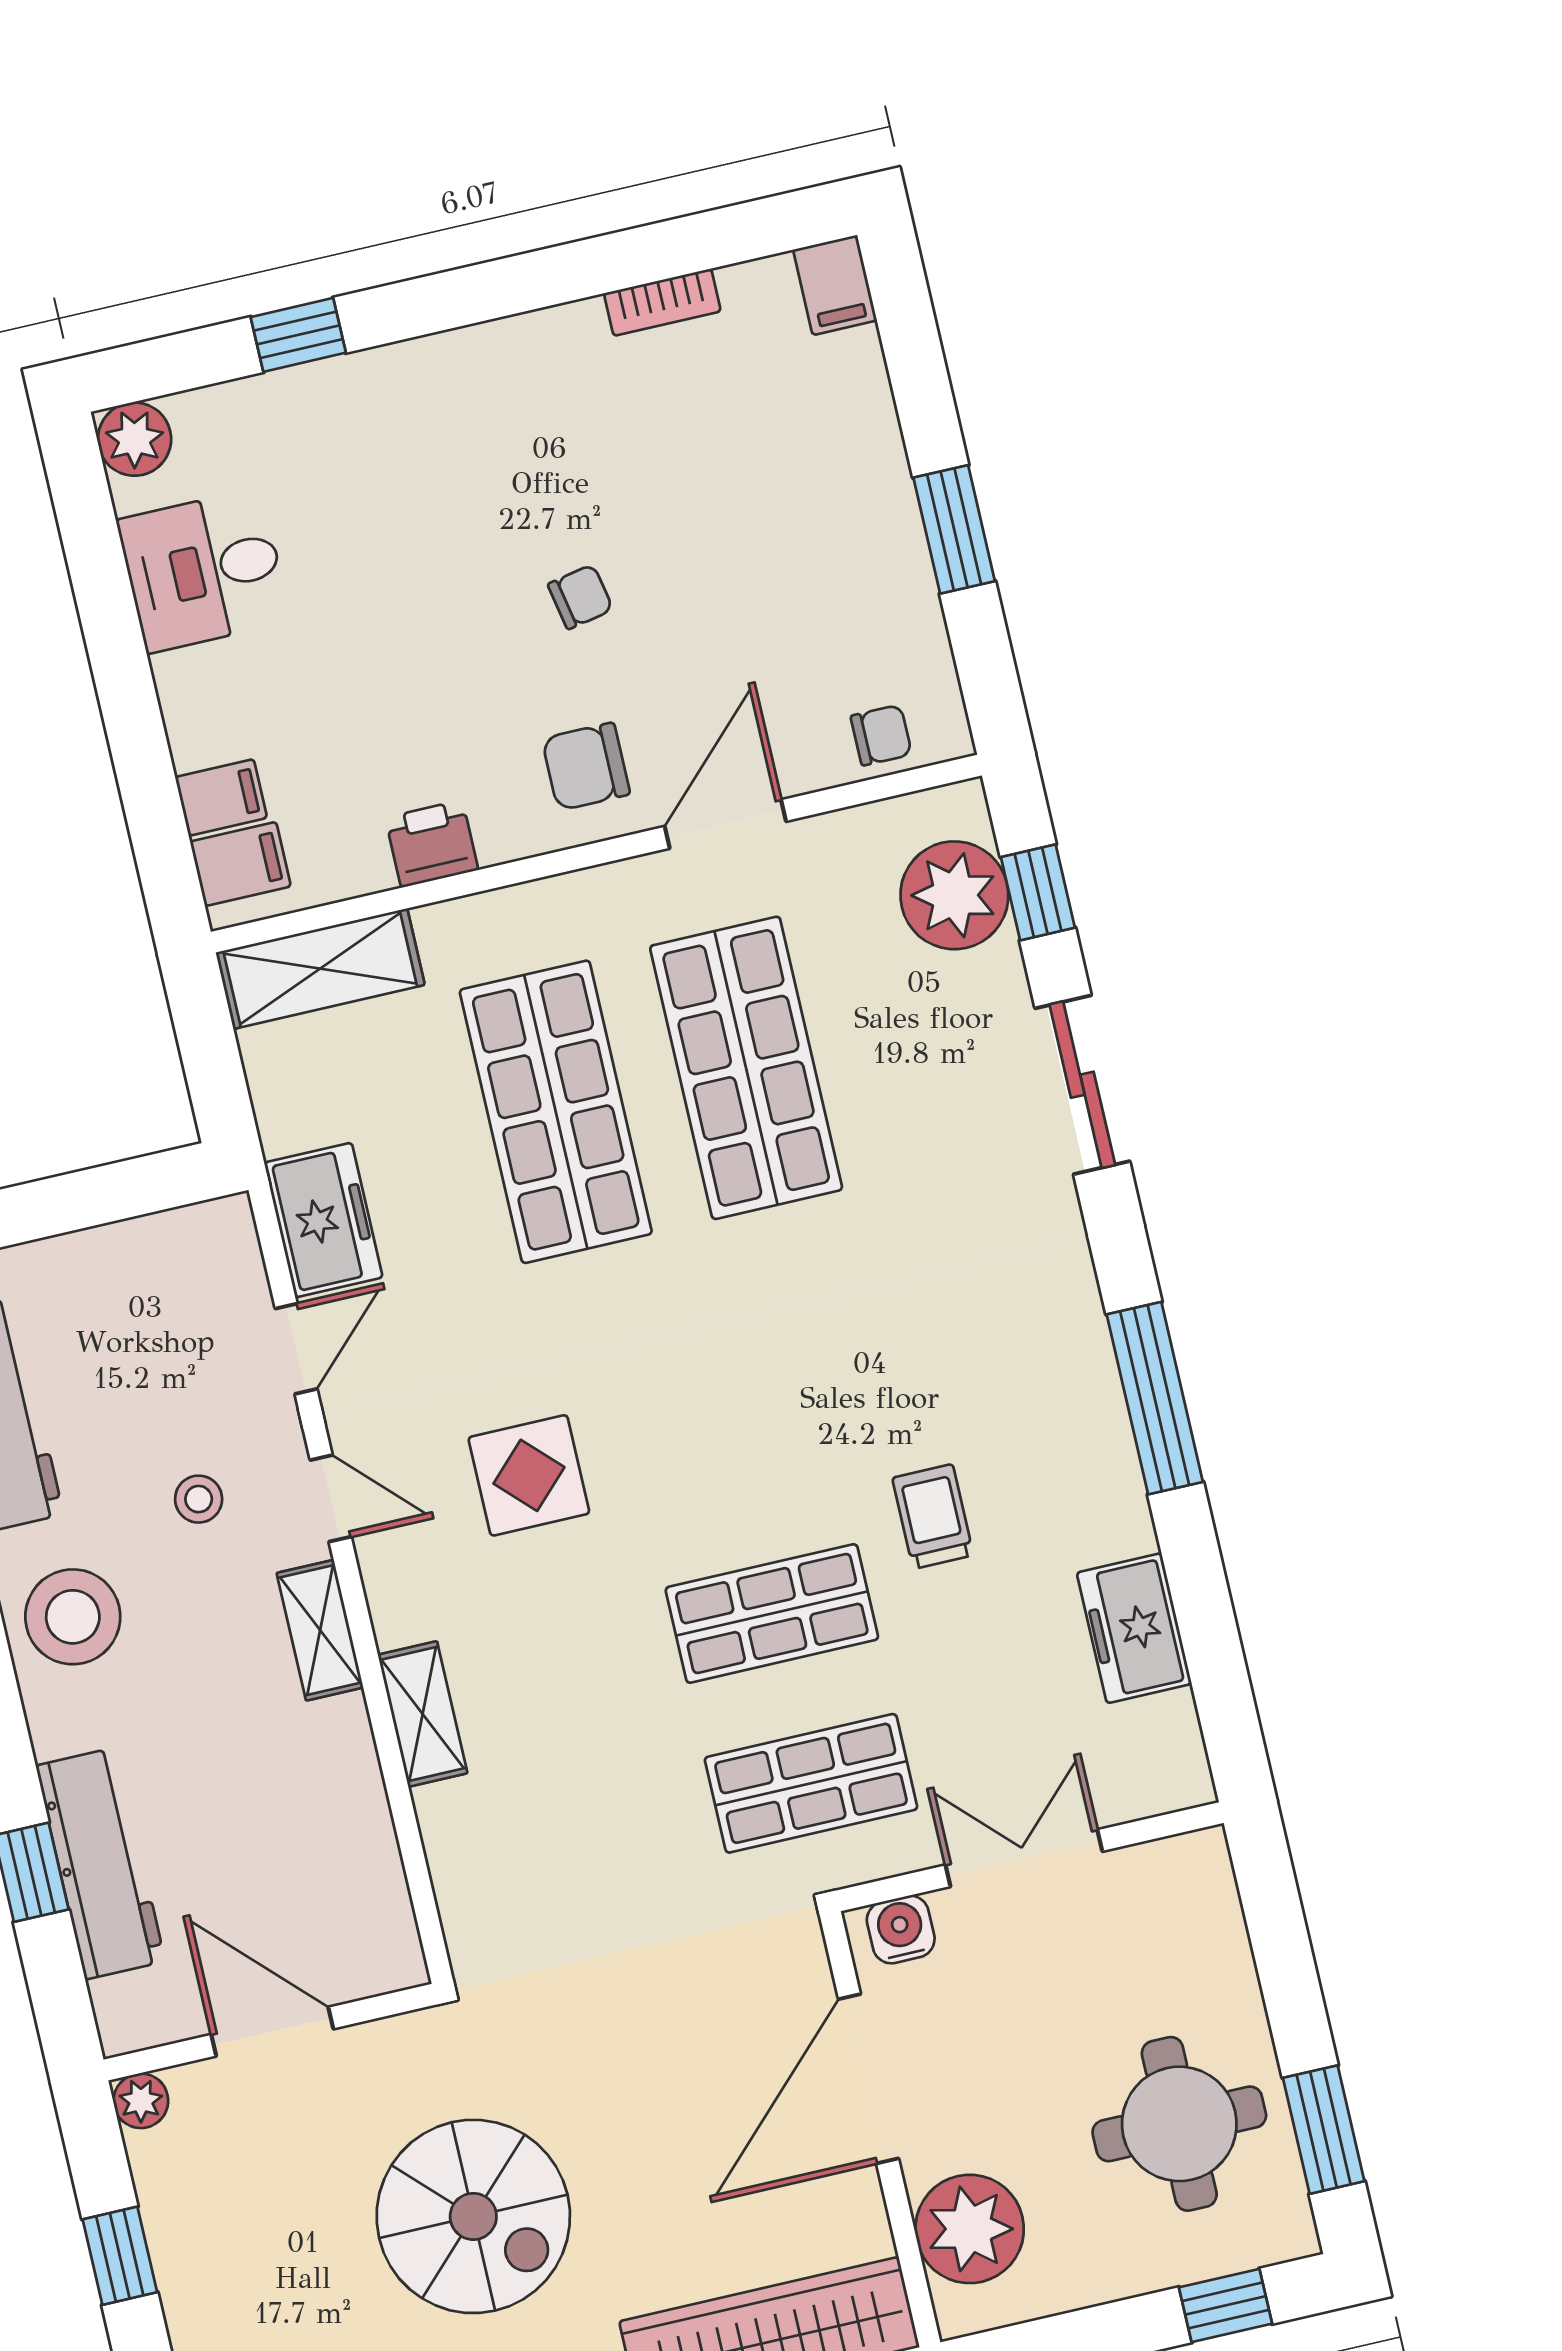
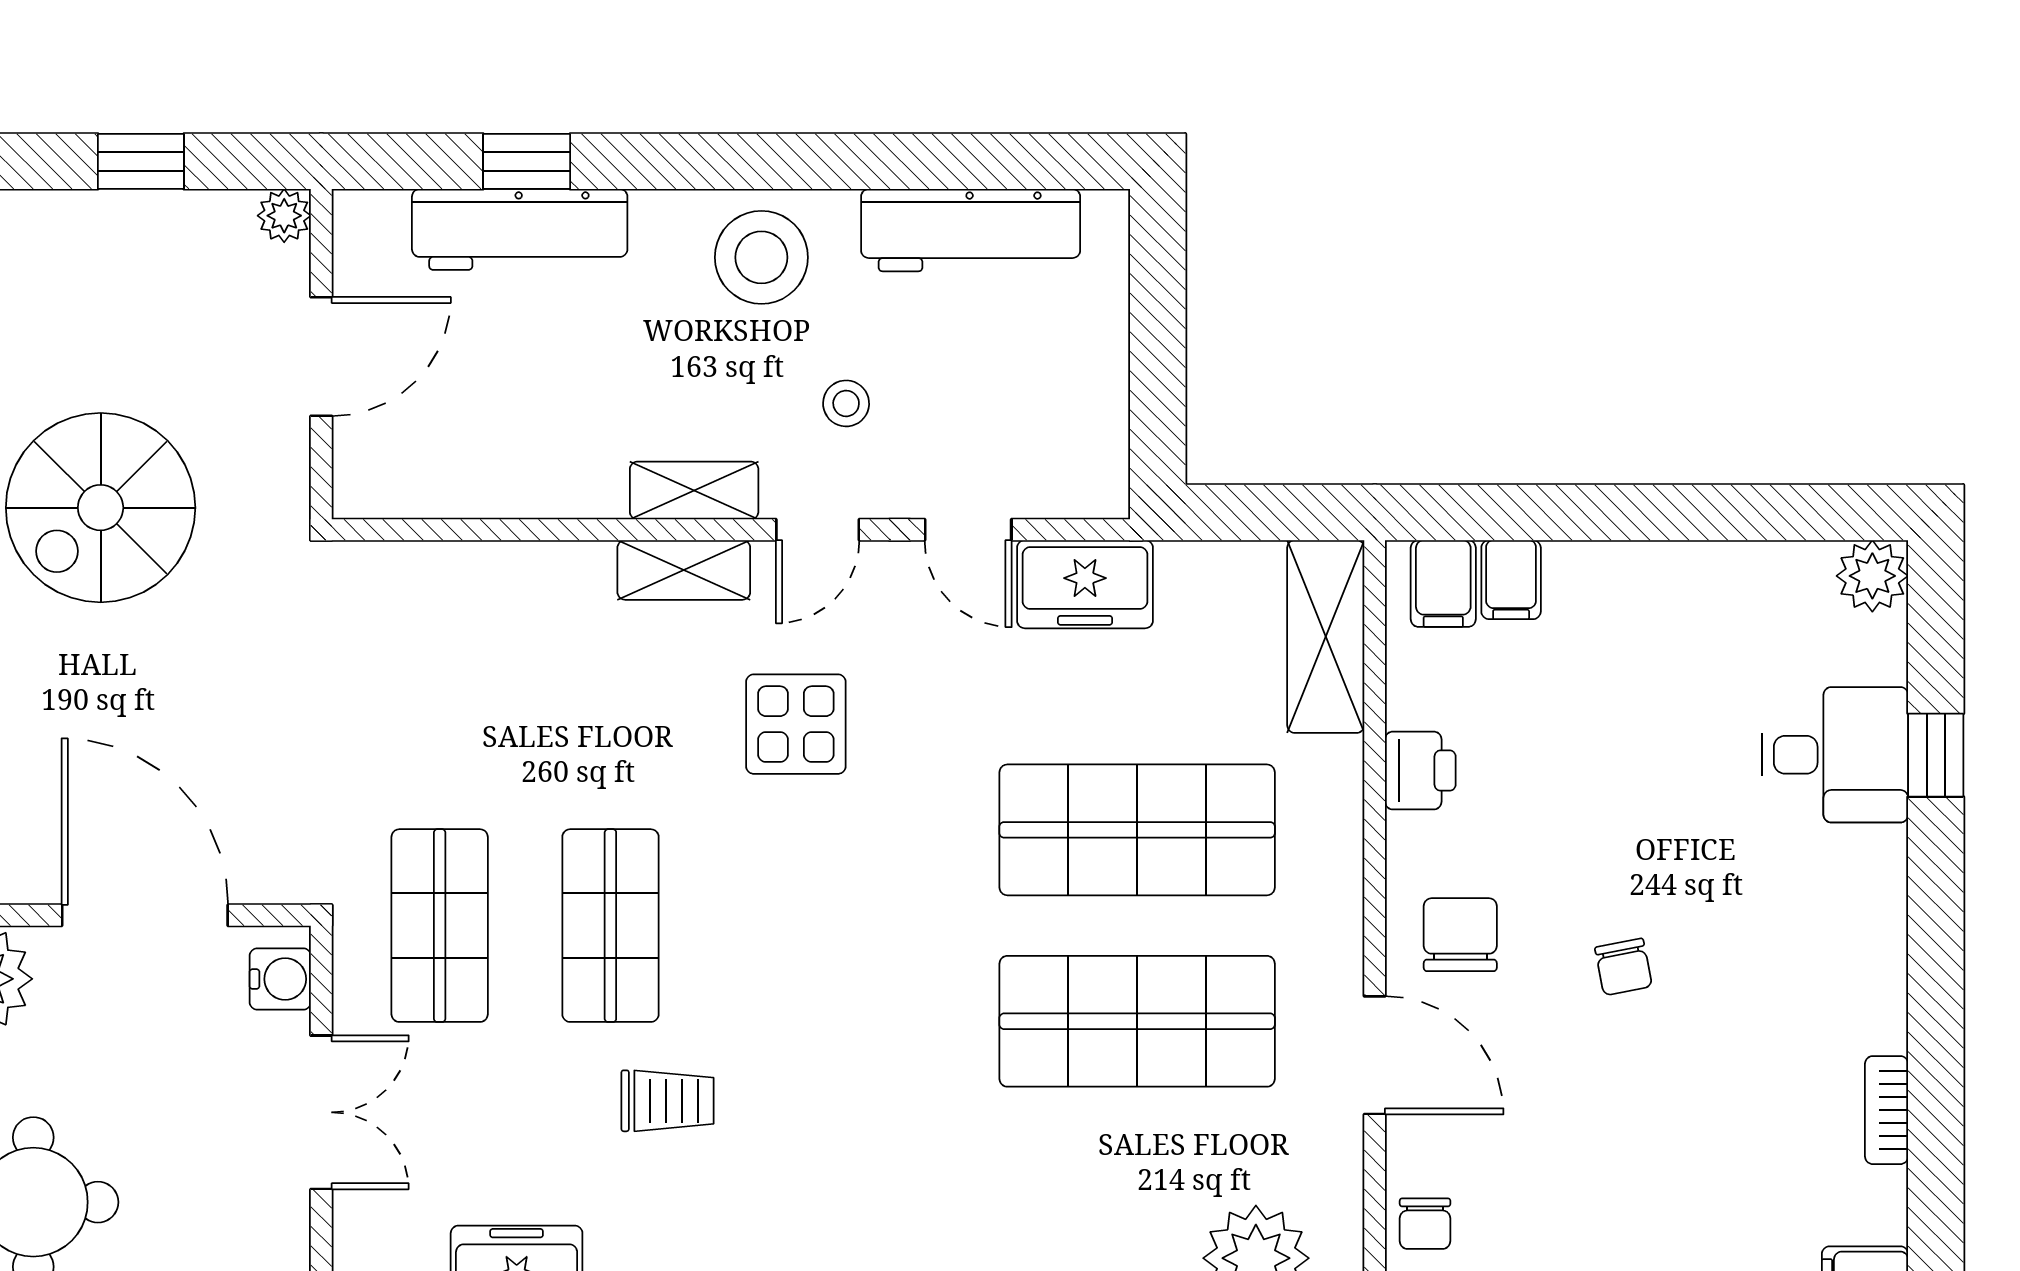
desk: (204, 570) -> (1835, 755), moved, turned 90
shelving: (423, 1714) -> (684, 570), moved

